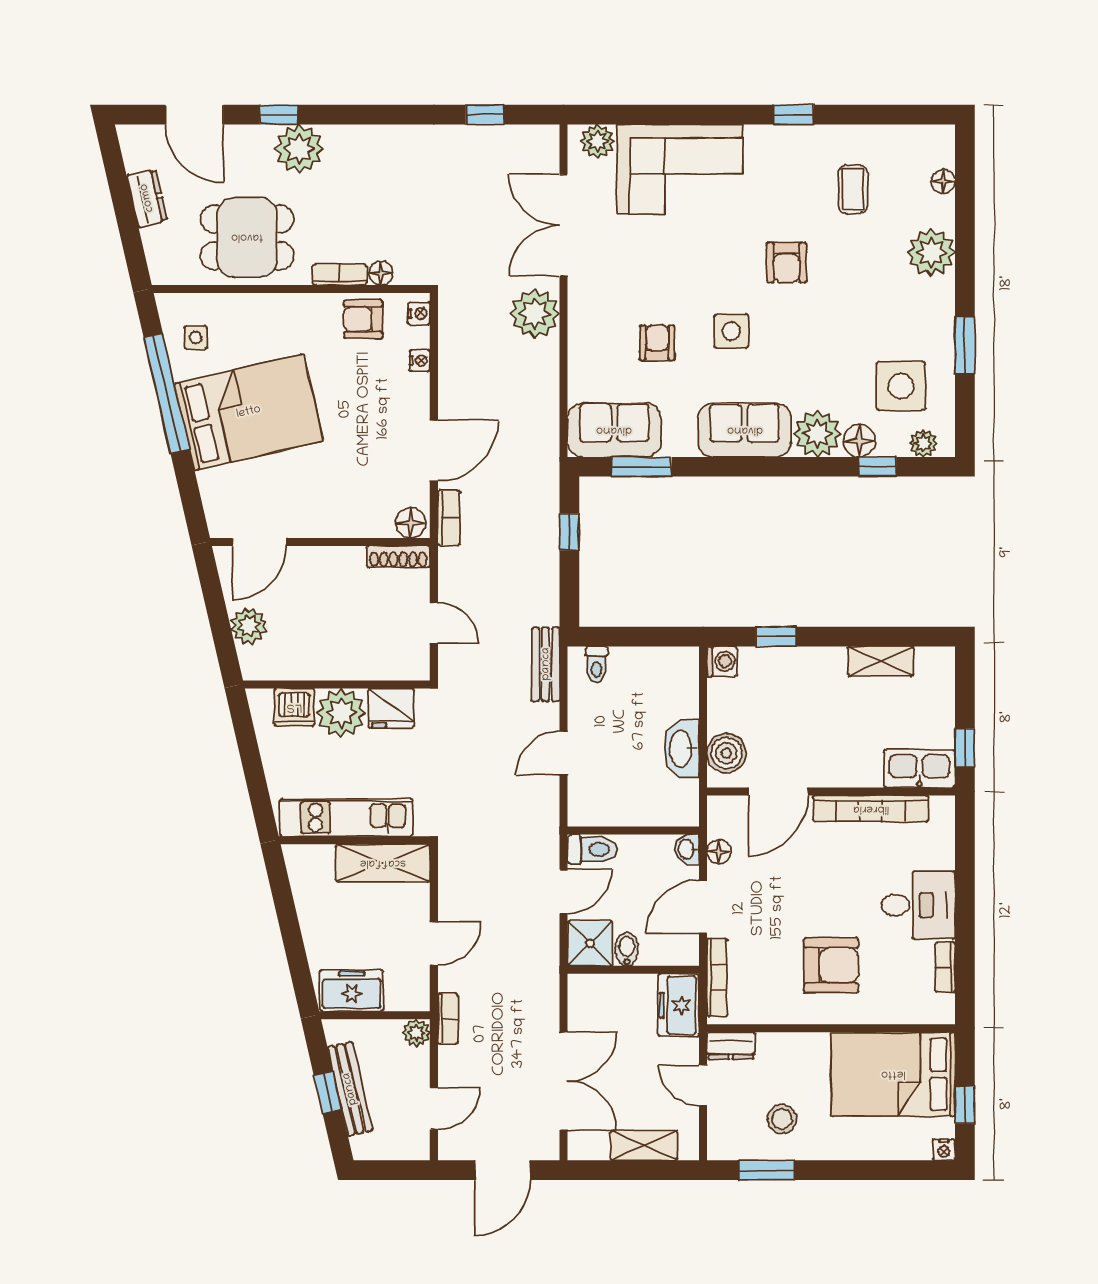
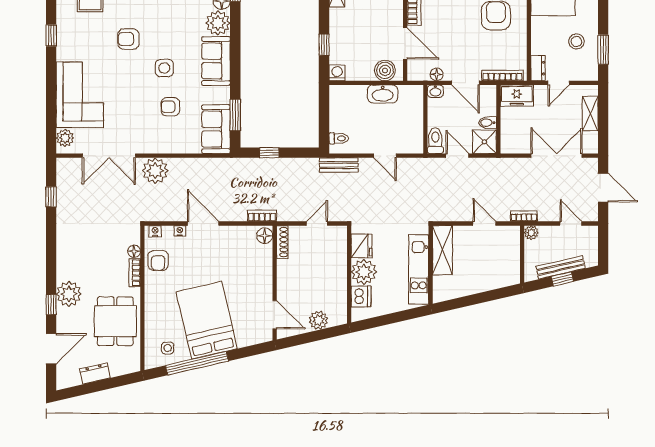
armchair: (787, 263) -> (128, 39), turned 180
door: (434, 451) -> (203, 223), moved
freezer: (352, 991) -> (509, 266), removed

